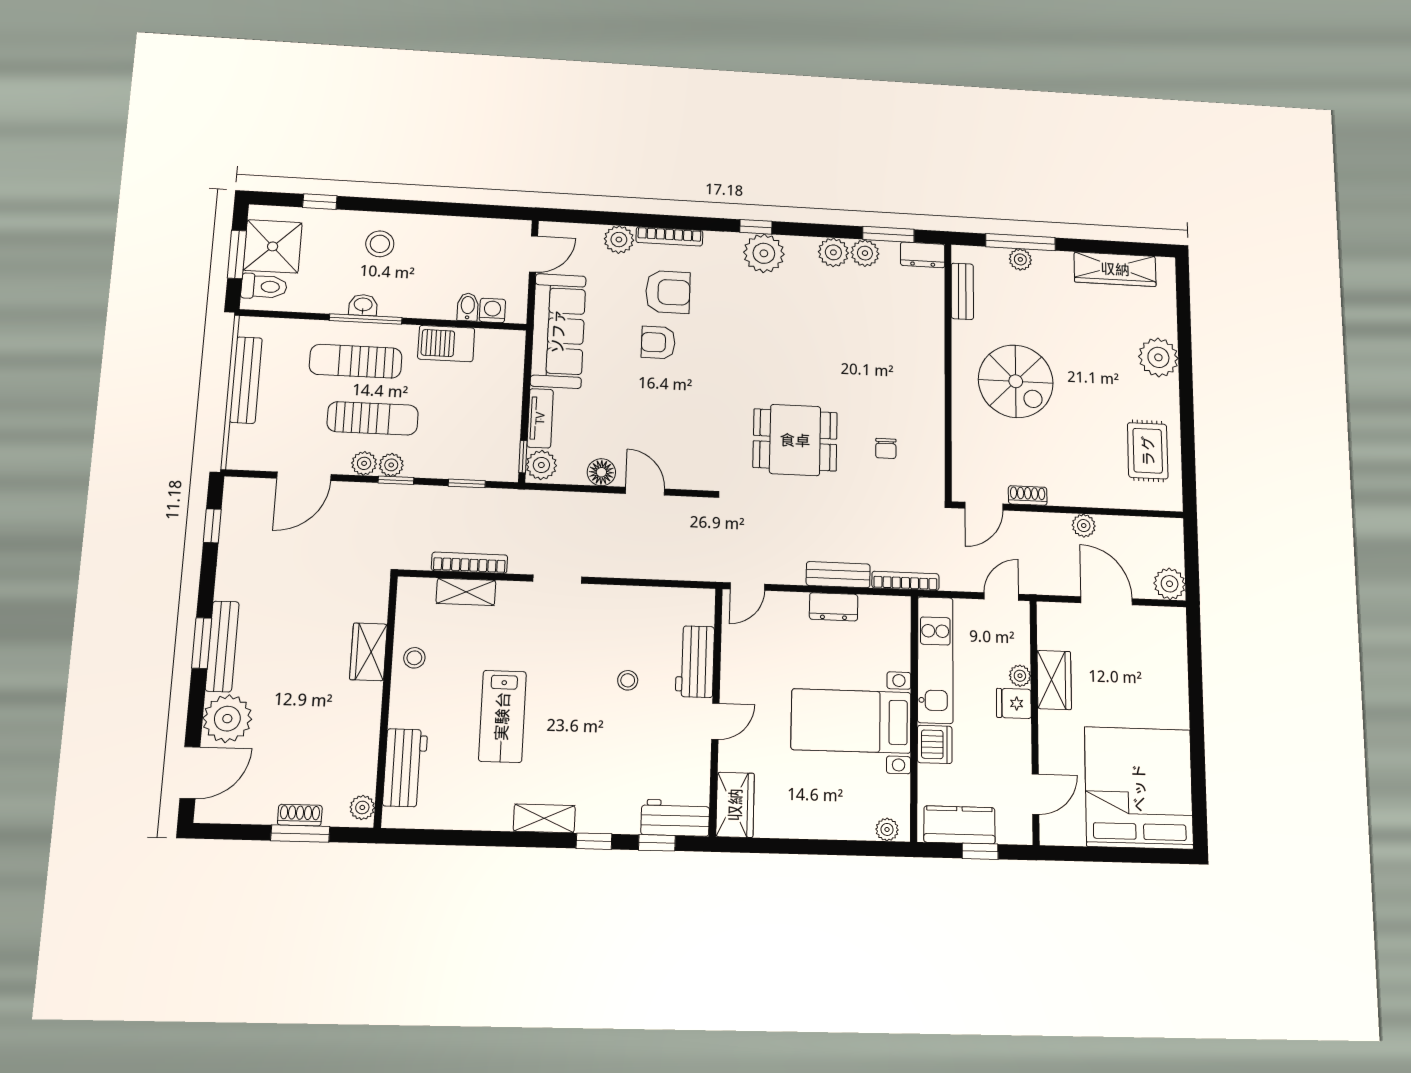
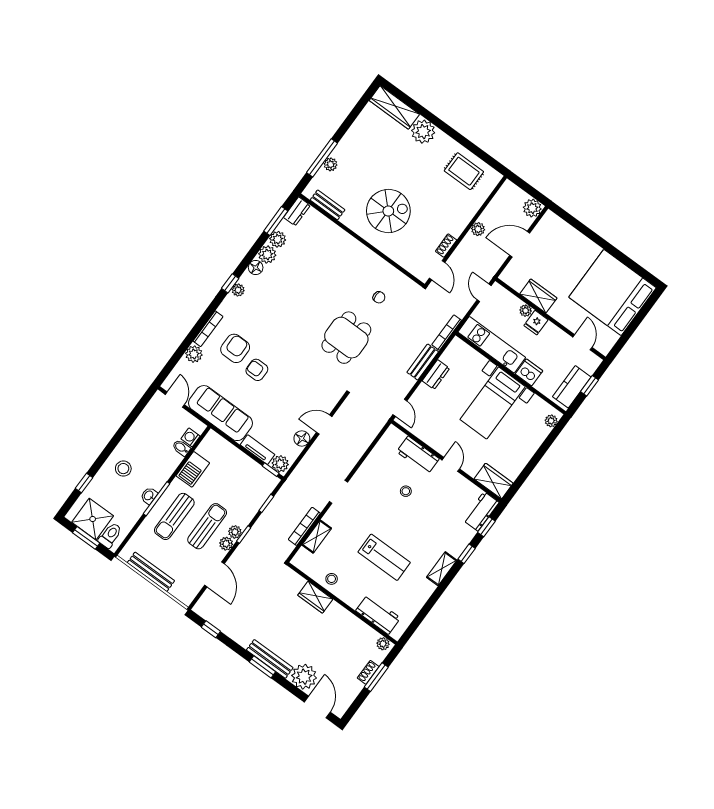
floor lamp: (804, 248) -> (256, 268), added
plant: (764, 253) -> (238, 290), width x0.53, depth x0.53
wardrobe: (1115, 269) -> (394, 107), moved, turned 90
armchair: (658, 342) -> (257, 370), turned 90

